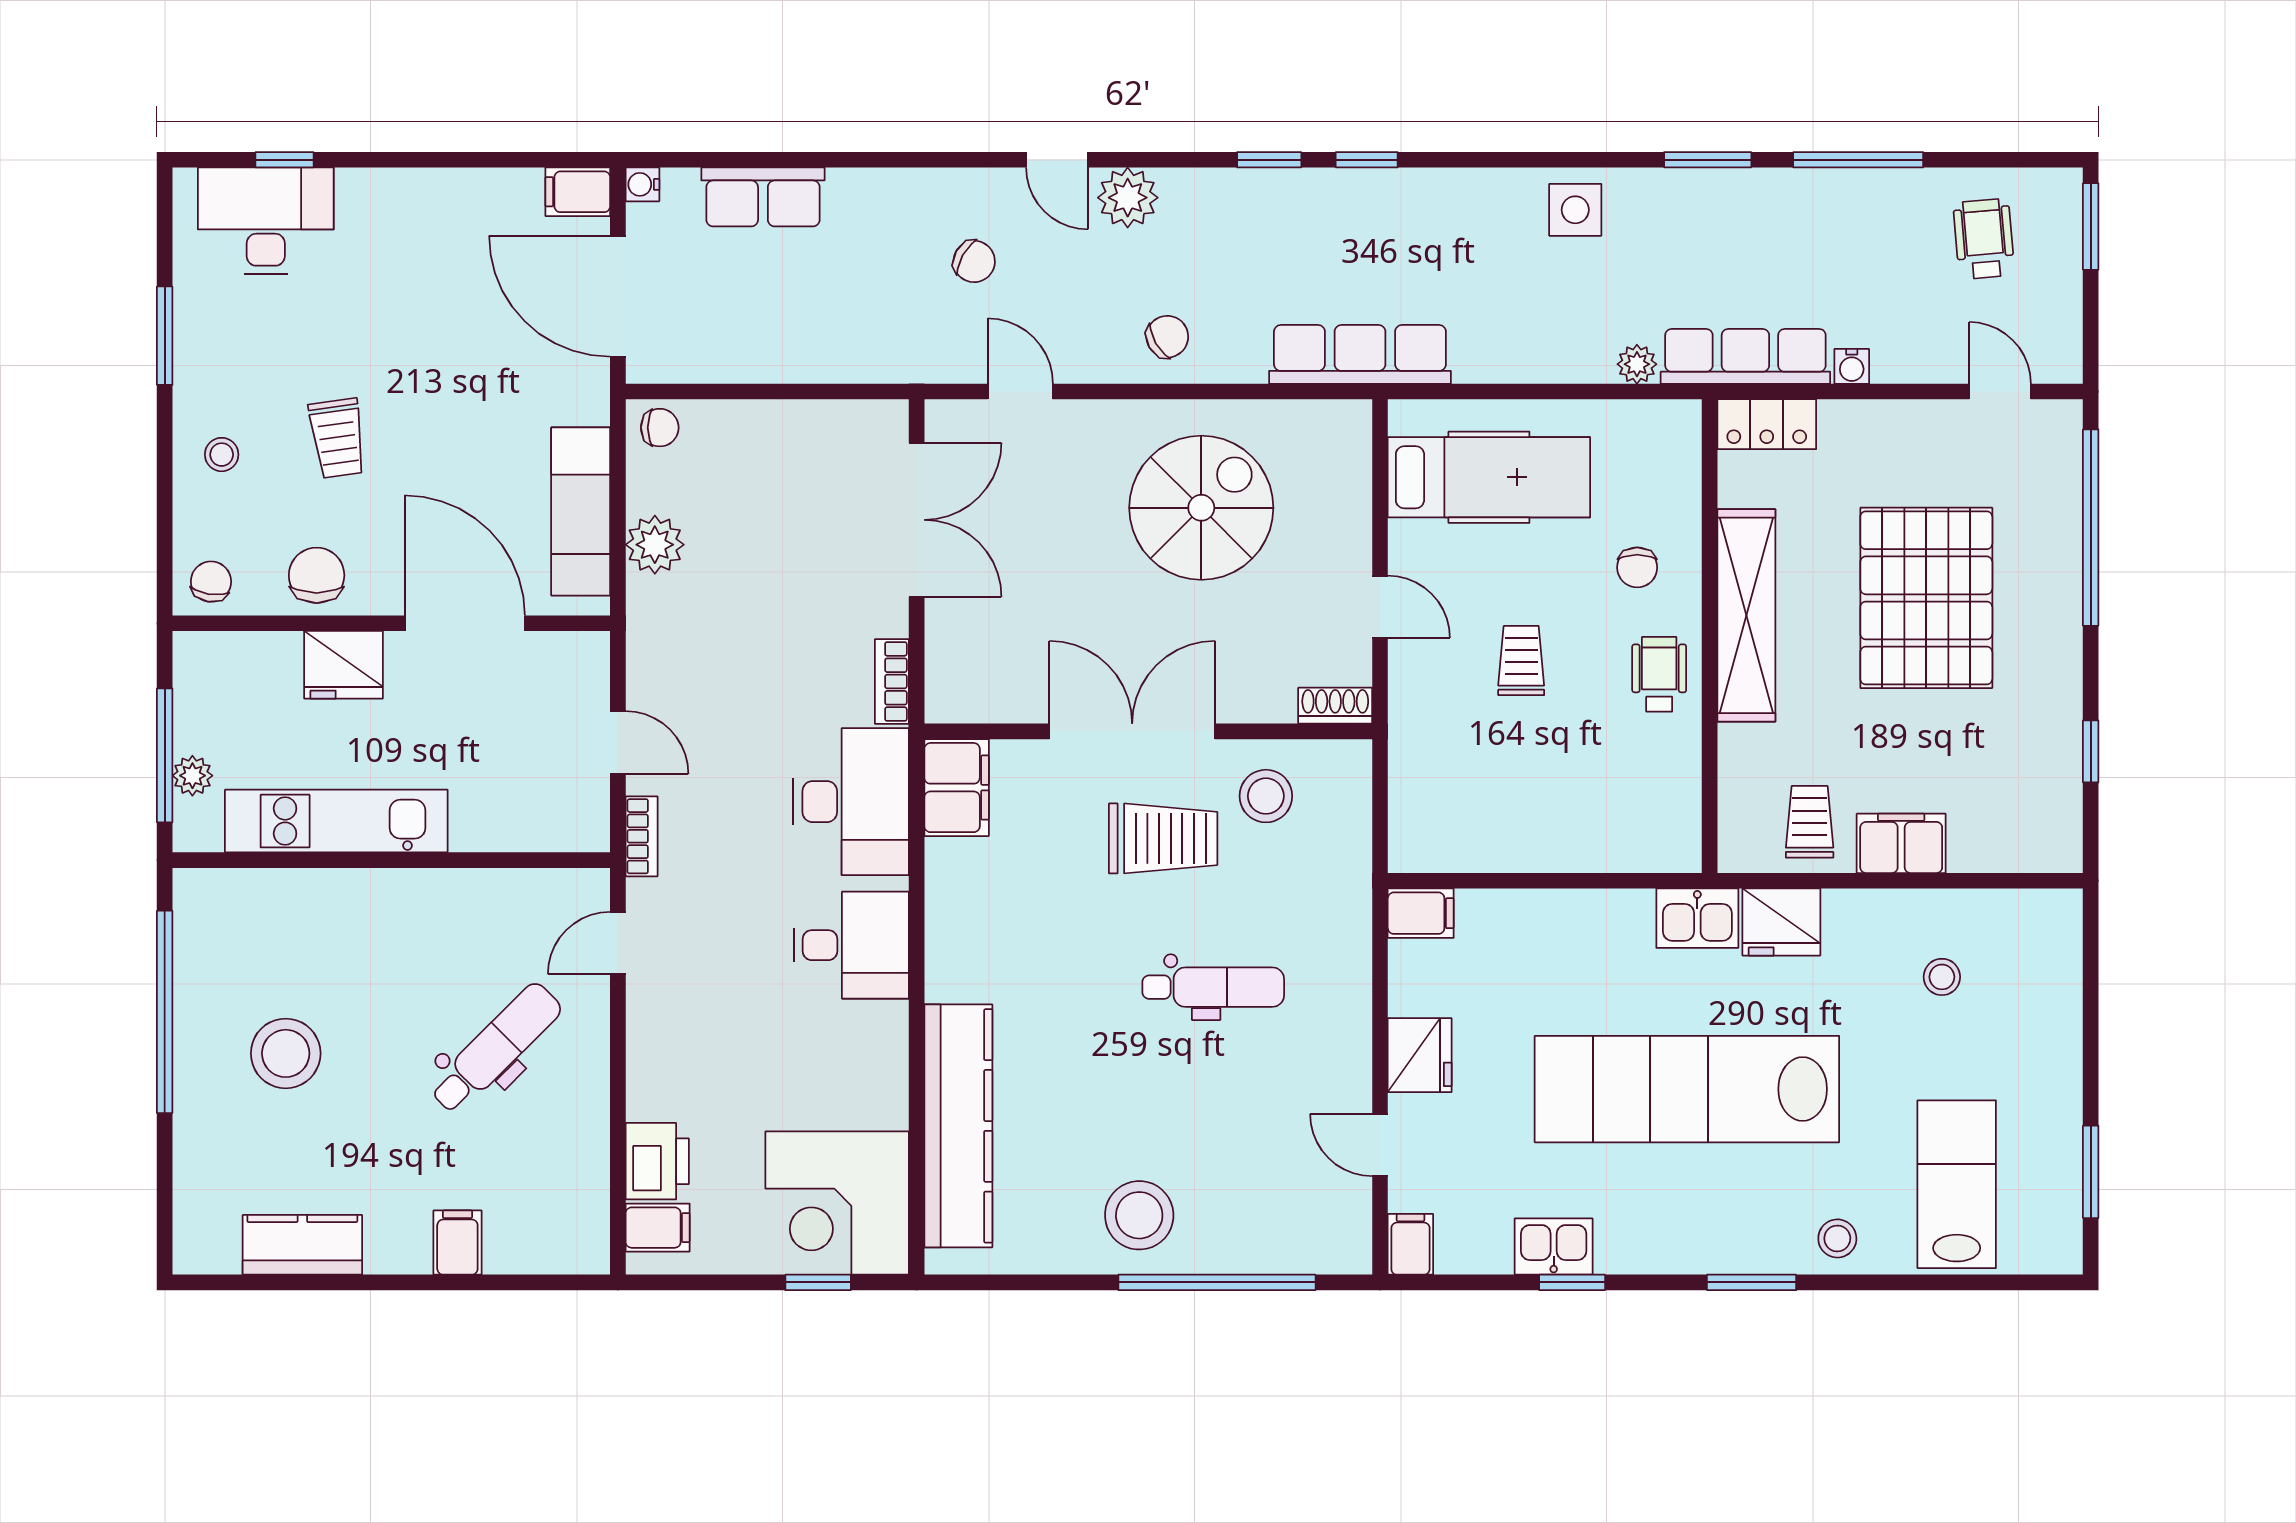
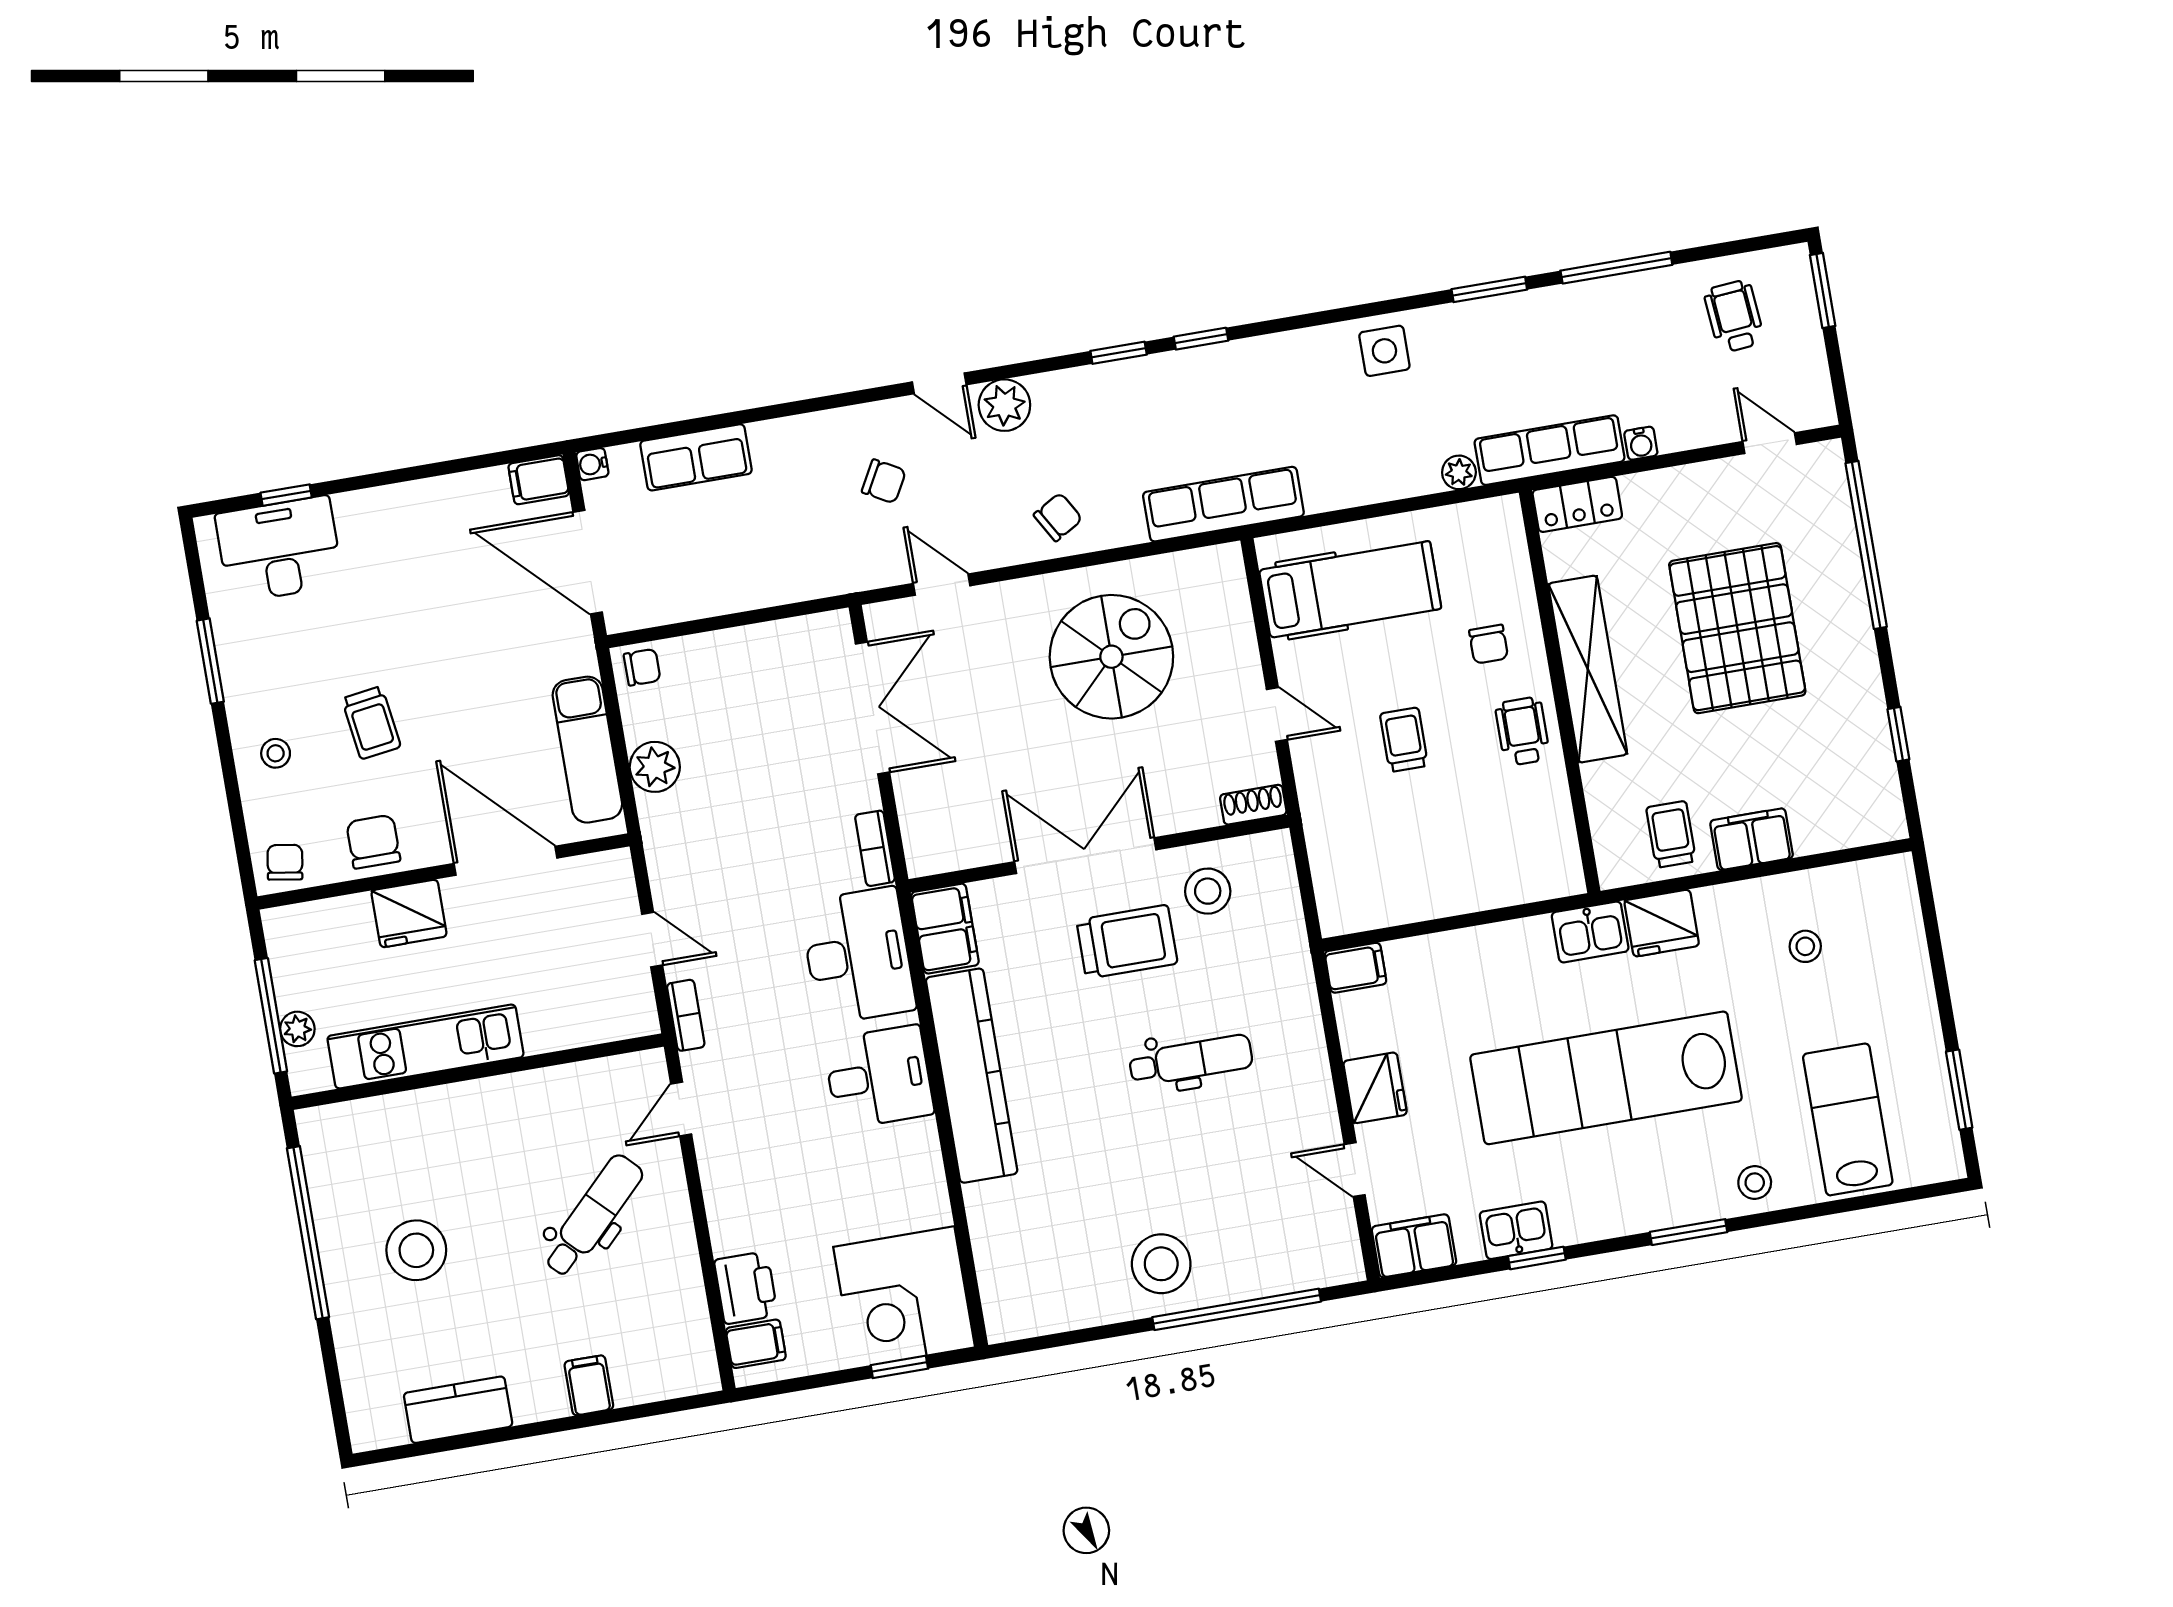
kitchen counter: (958, 1126) -> (972, 1076), moved
filing cabinet: (1410, 1244) -> (1414, 1246), width x2.00

